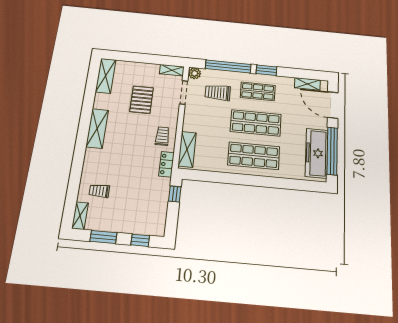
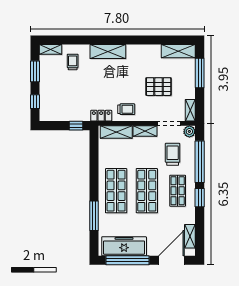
window: (133, 57) -> (200, 73), added
shelving: (189, 119) -> (145, 131), added
shelving: (97, 128) -> (108, 52), moved
window: (281, 183) -> (94, 216), added

